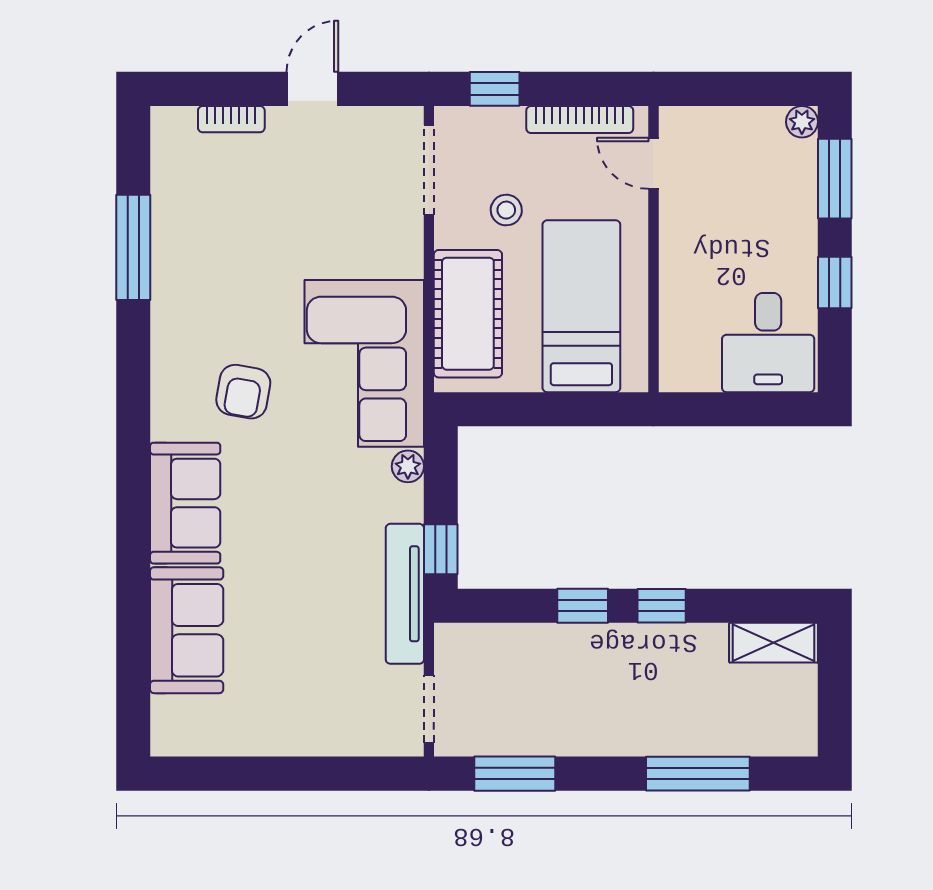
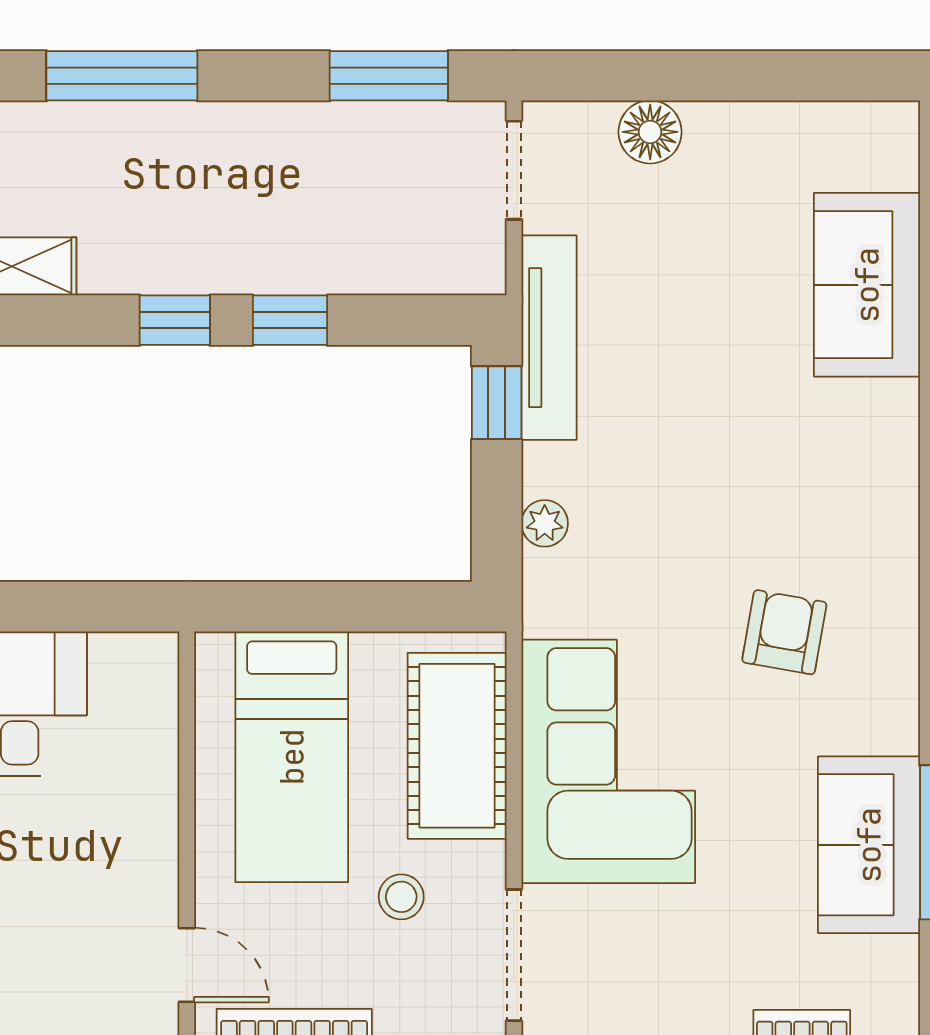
corner sofa: (364, 363) -> (608, 761), moved
sofa: (185, 503) -> (869, 845), moved
floor lamp: (336, 735) -> (650, 132), added

